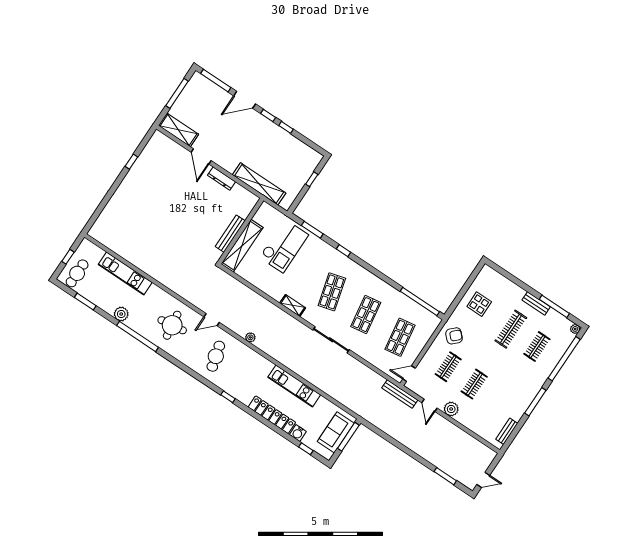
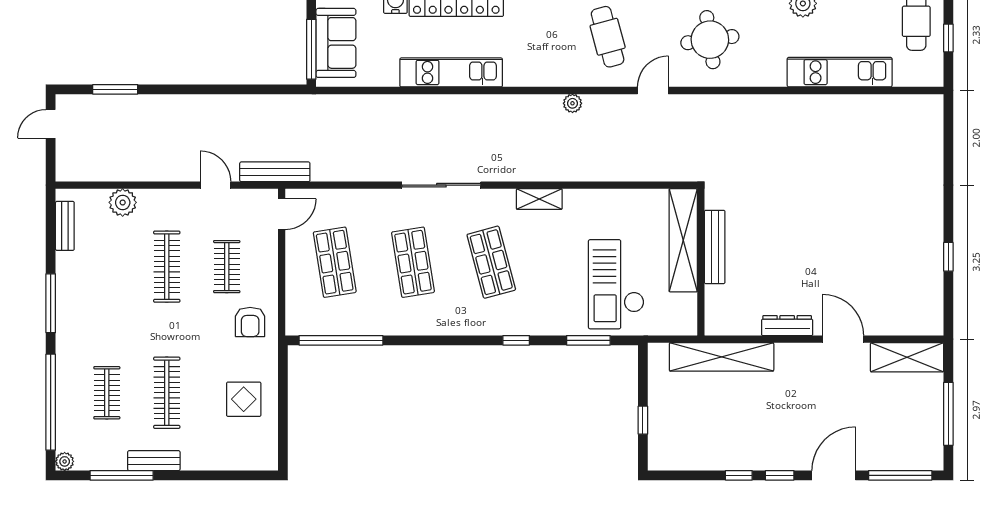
armchair: (454, 336) -> (250, 322), turned -45
clothes rail: (474, 384) -> (167, 267), width x1.36
plant: (451, 409) -> (123, 202), moved

